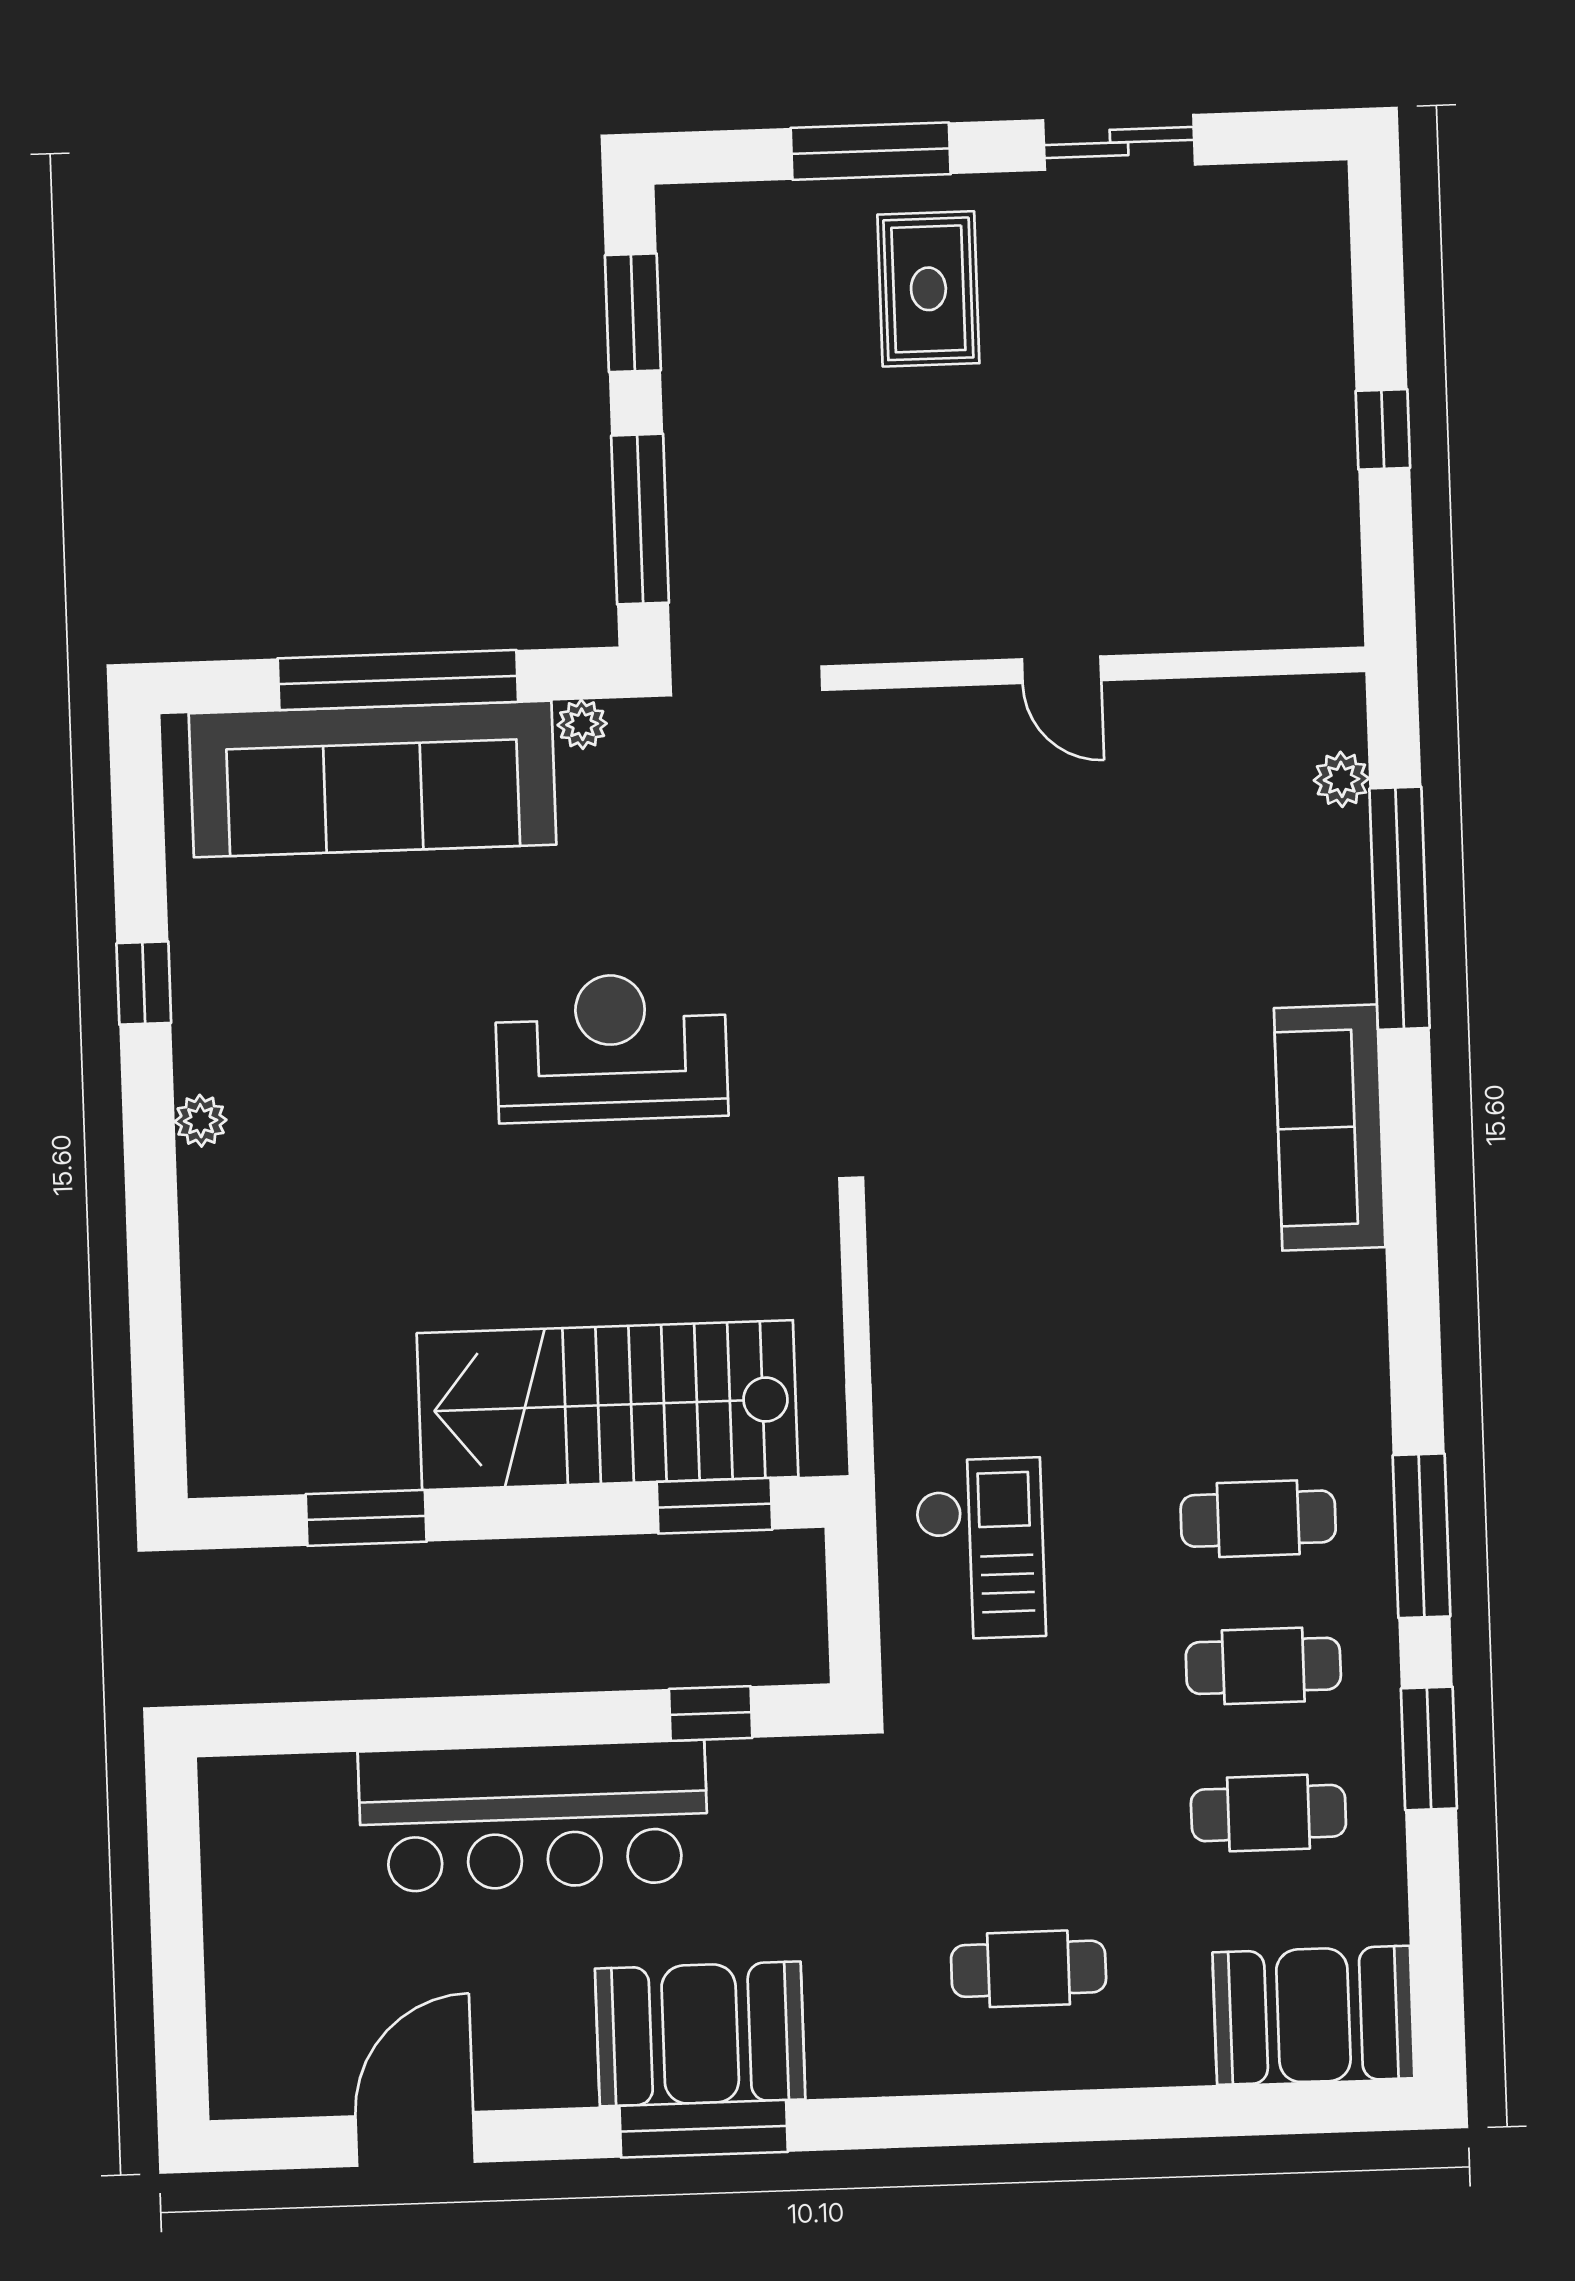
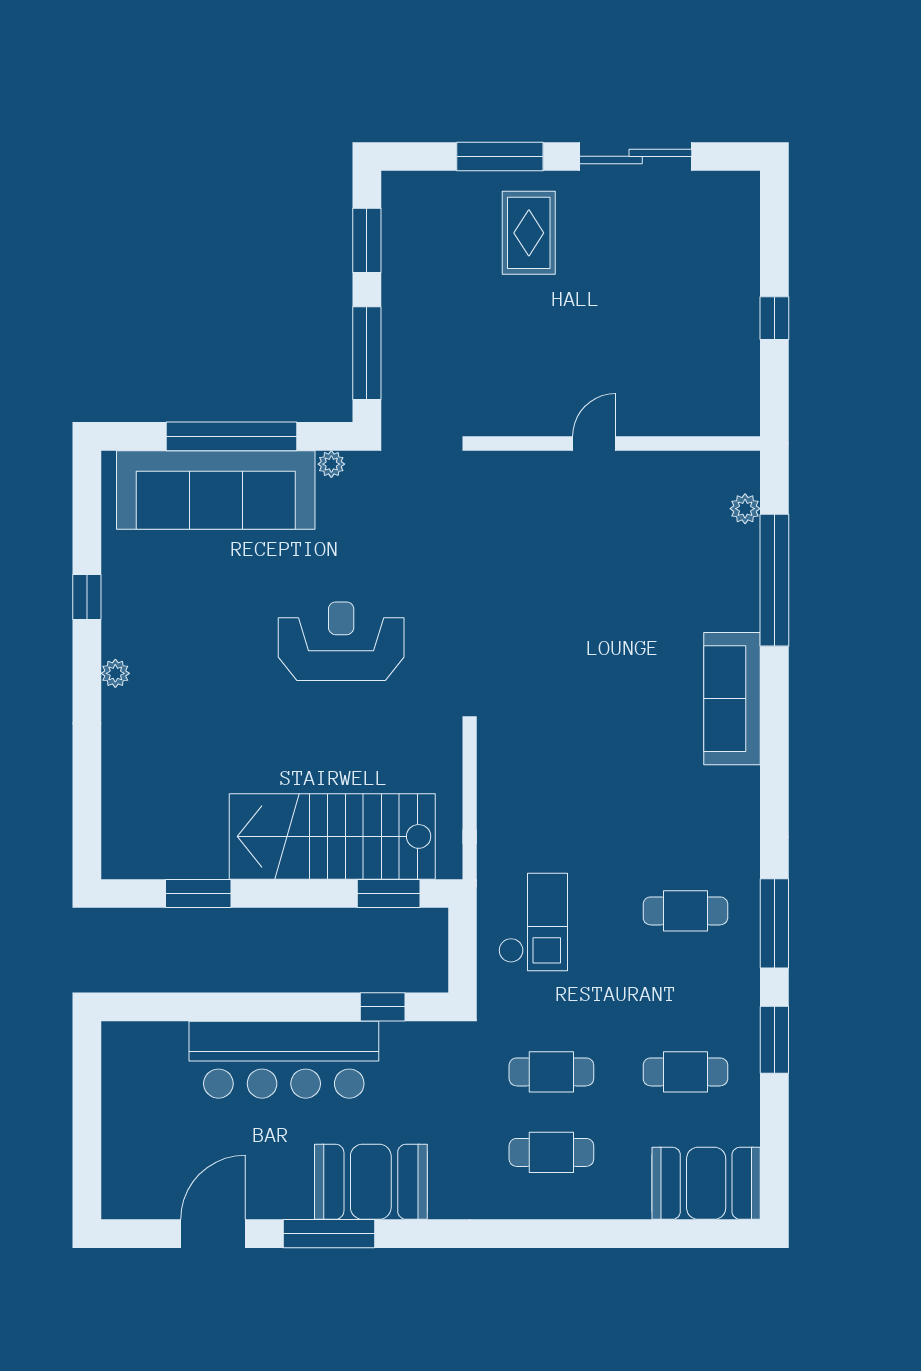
sliding door: (1119, 142) -> (636, 156), width x1.37
door: (1062, 670) -> (594, 443), swing flipped
cafe table: (1263, 1666) -> (551, 1072), moved
window: (704, 2129) -> (329, 1234), moved

